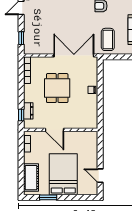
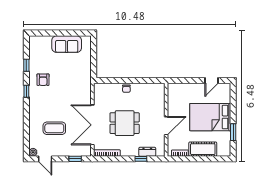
coffee table: (108, 39) -> (54, 128), moved
double door: (74, 56) -> (92, 125), moved
window: (21, 115) -> (141, 159), moved
cot: (31, 178) -> (203, 149), moved

